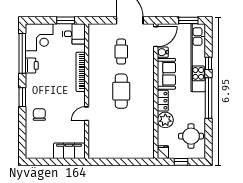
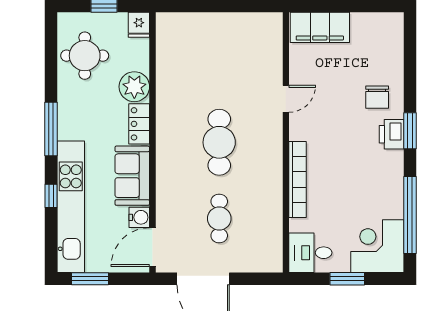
window: (66, 20) -> (347, 279), moved
printer: (32, 65) -> (392, 134), moved
window: (208, 98) -> (51, 129), width x0.68

